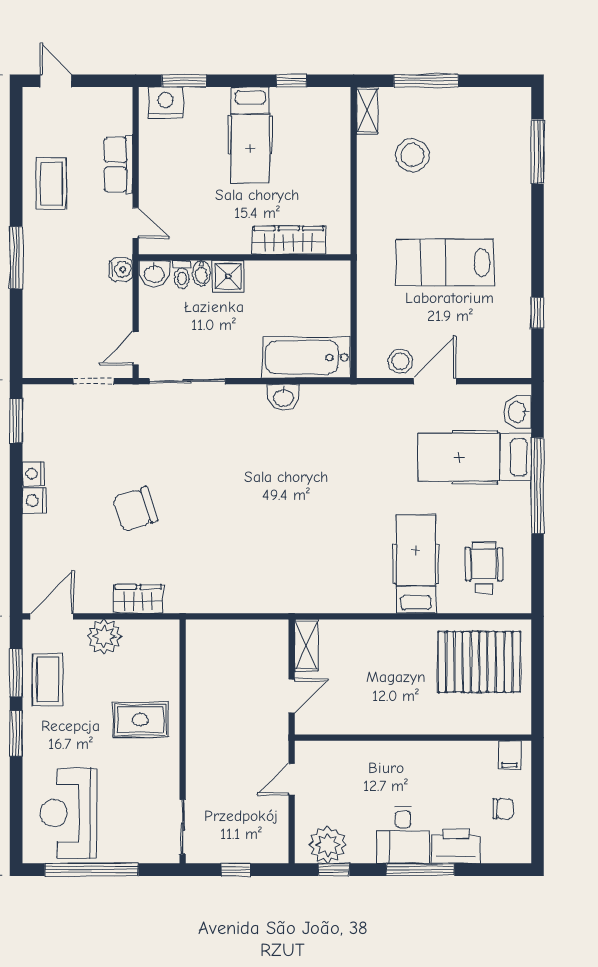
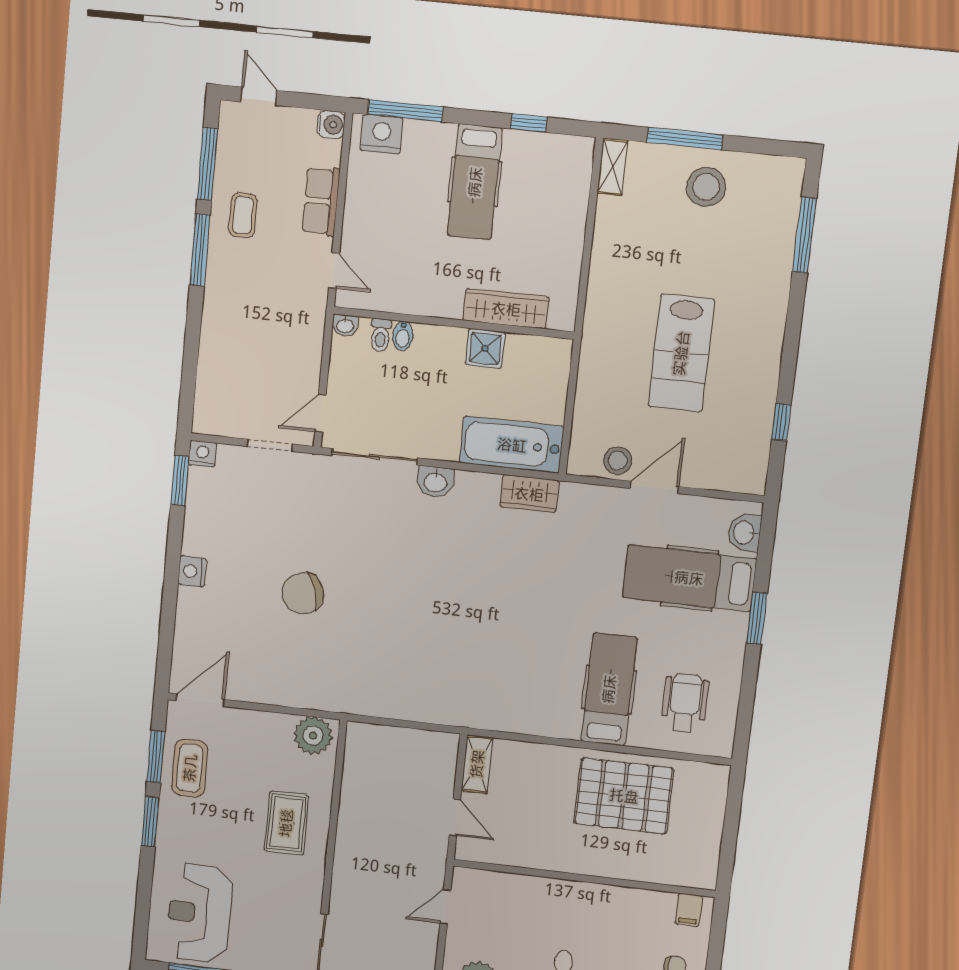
window: (184, 81) -> (405, 111), width x1.44
window: (16, 143) -> (207, 164), added
stool: (412, 155) -> (706, 187), moved
coffee table: (51, 184) -> (243, 215), width x0.73, depth x0.77
window: (16, 258) -> (200, 250), moved
lab bench: (445, 263) -> (681, 353), turned -90
water cooler: (121, 269) -> (331, 125), moved
washbasin: (154, 273) -> (345, 325), width x0.72, depth x0.69
shower: (228, 276) -> (485, 348), moved
washbasin: (283, 397) -> (435, 482), moved
nightstand: (33, 474) -> (203, 454), moved, turned 90
window: (538, 486) -> (757, 618), width x0.47
wardrobe: (138, 599) -> (529, 494), moved, turned 180
plant: (104, 637) -> (313, 736), moved
pallet: (479, 662) -> (624, 796), moved
door: (292, 696) -> (455, 817), hinge flipped
rug: (140, 720) -> (286, 823), turned 90

